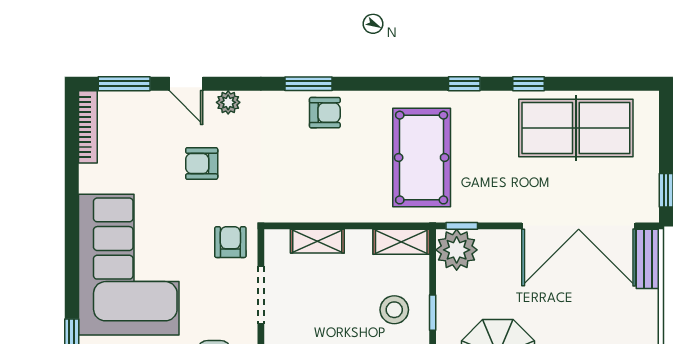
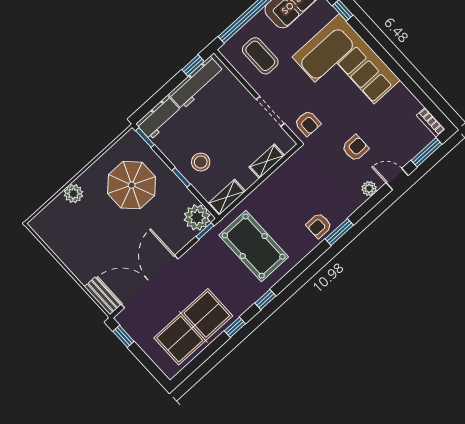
bookcase: (88, 127) -> (431, 122), width x0.64

